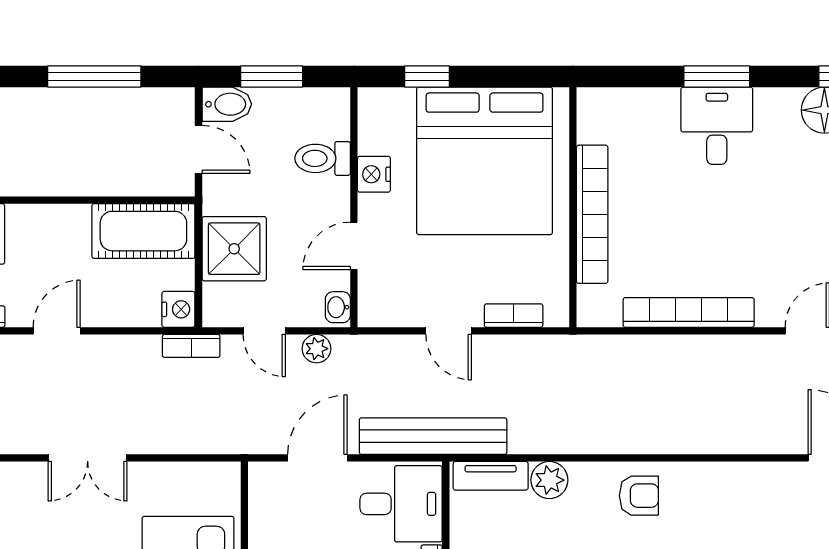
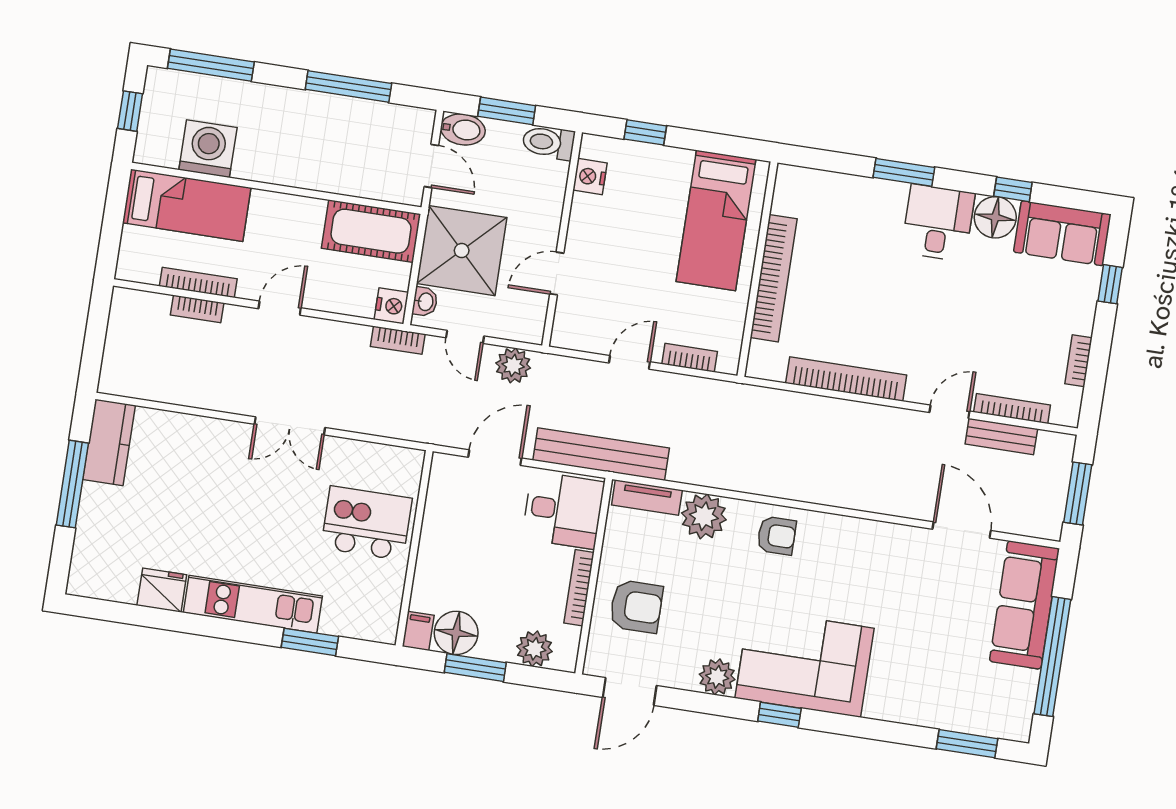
desk: (717, 126) -> (938, 223), moved
toilet: (323, 158) -> (548, 142), moved
bed: (485, 161) -> (716, 220), width x0.49
nightstand: (374, 174) -> (590, 177), moved
shower: (234, 249) -> (462, 251), width x1.37, depth x1.37
washbasin: (338, 307) -> (425, 302), moved, turned 180
door: (449, 331) -> (630, 362), swing flipped
plant: (316, 349) -> (513, 365), width x1.38, depth x1.38
plant: (549, 480) -> (704, 516), width x1.36, depth x1.36

